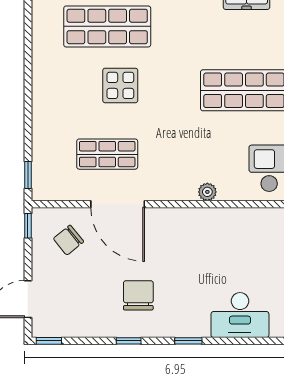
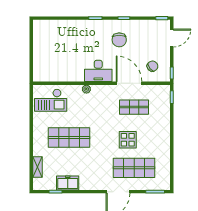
desk: (240, 315) -> (98, 71), moved, turned 180

